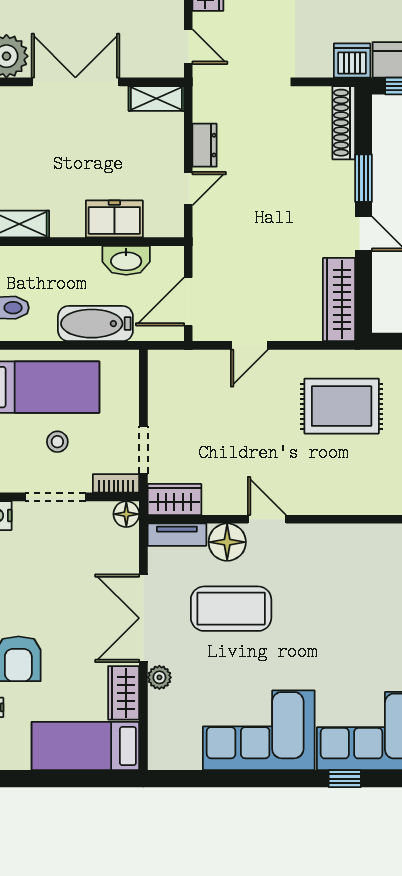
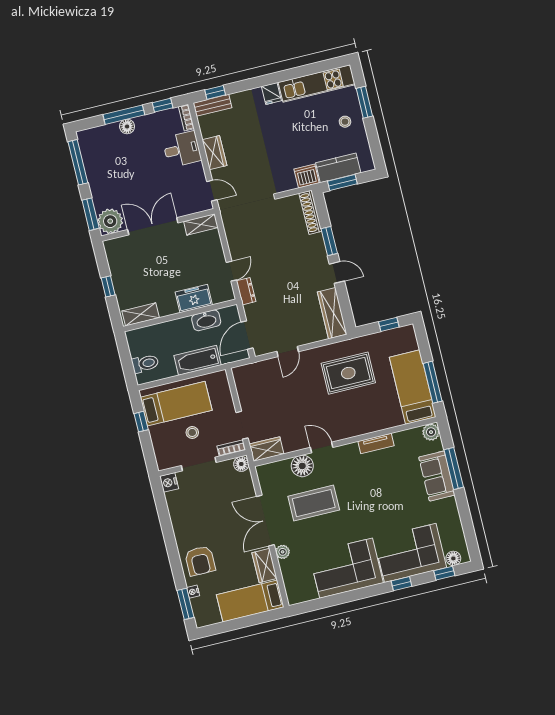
dresser: (205, 145) -> (246, 291), moved
tv unit: (177, 535) -> (376, 443), moved

